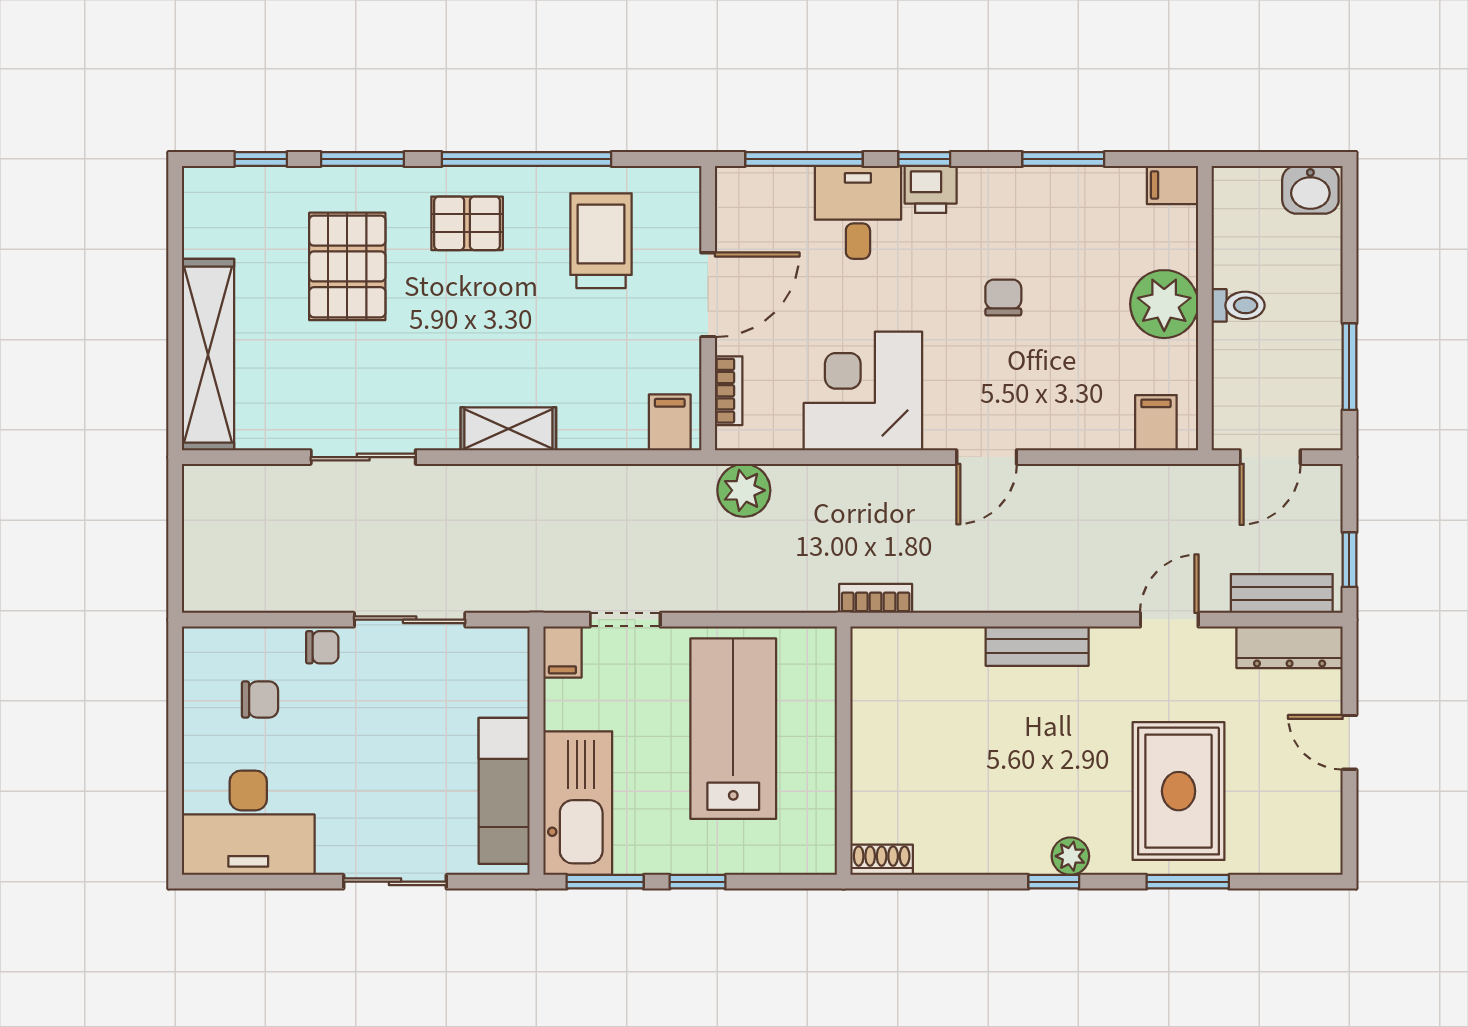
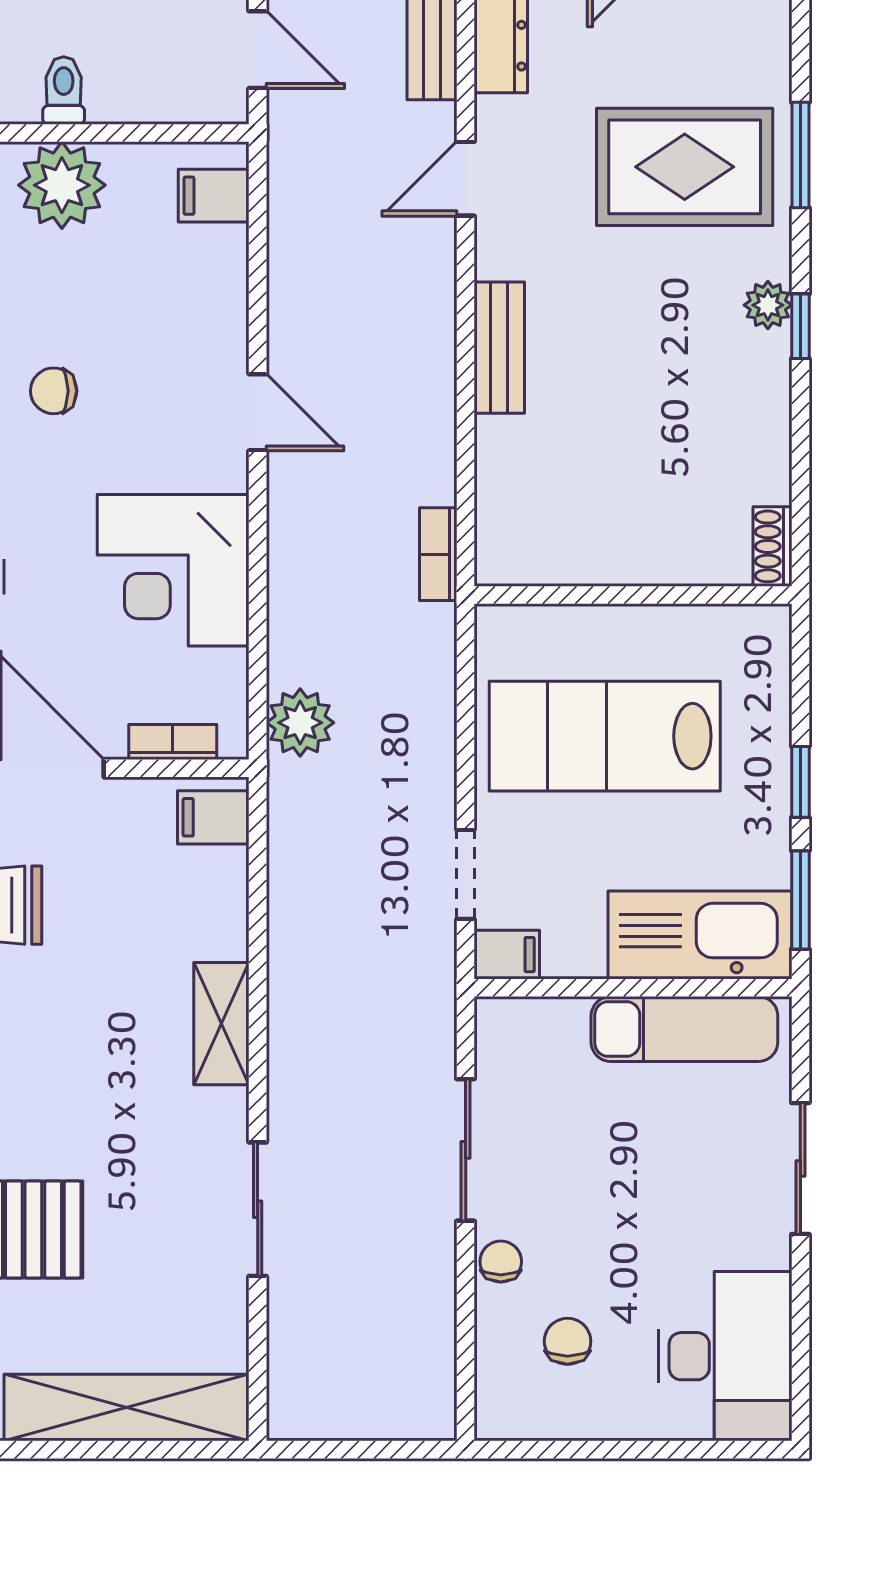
door: (1169, 620) -> (466, 179), hinge flipped

